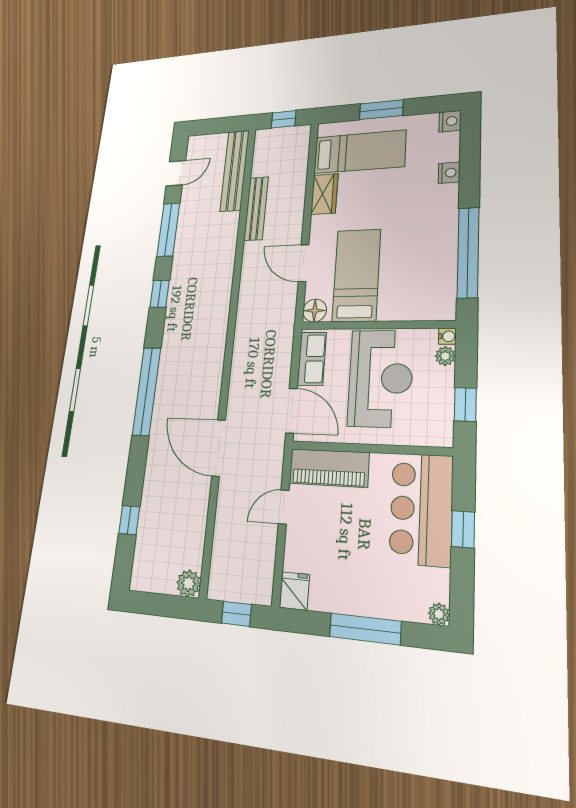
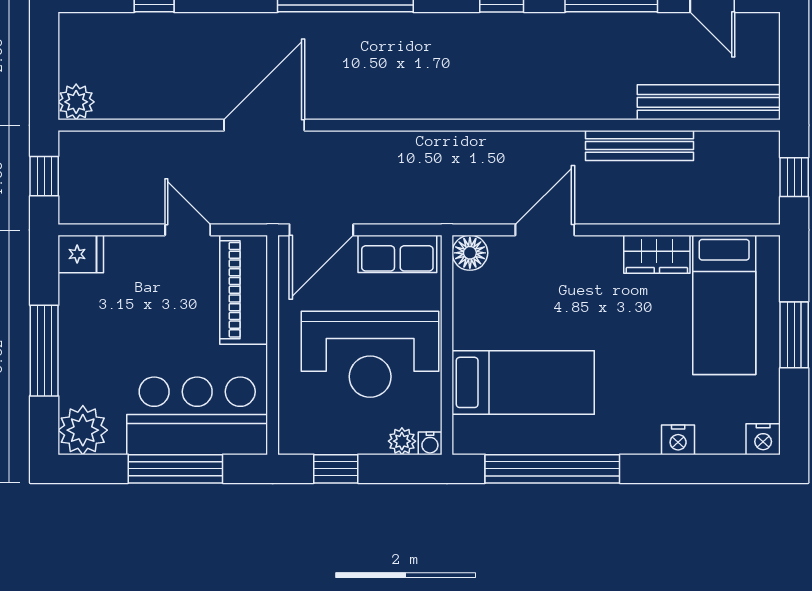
bed: (356, 275) -> (523, 382), moved
window: (463, 529) -> (175, 469), width x2.17
plant: (439, 614) -> (83, 430), width x1.88, depth x1.88

